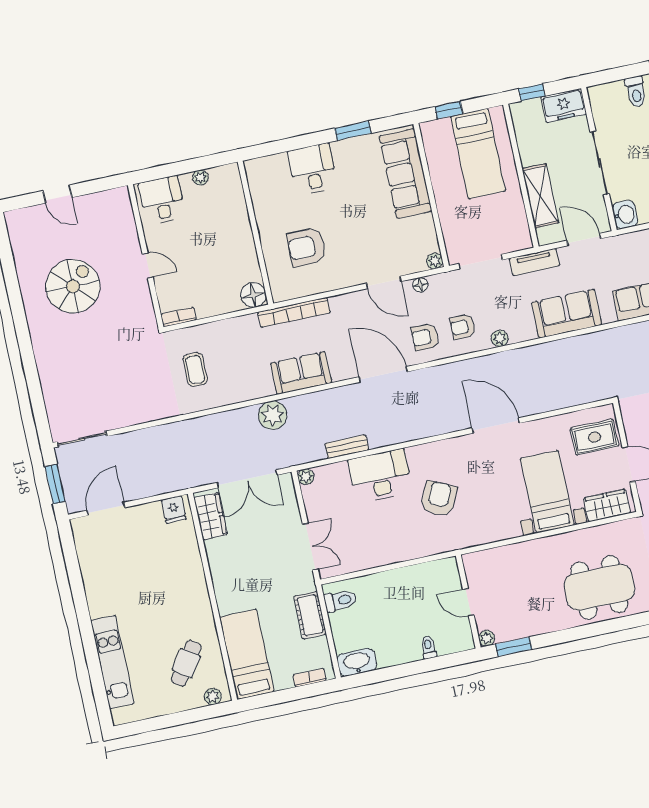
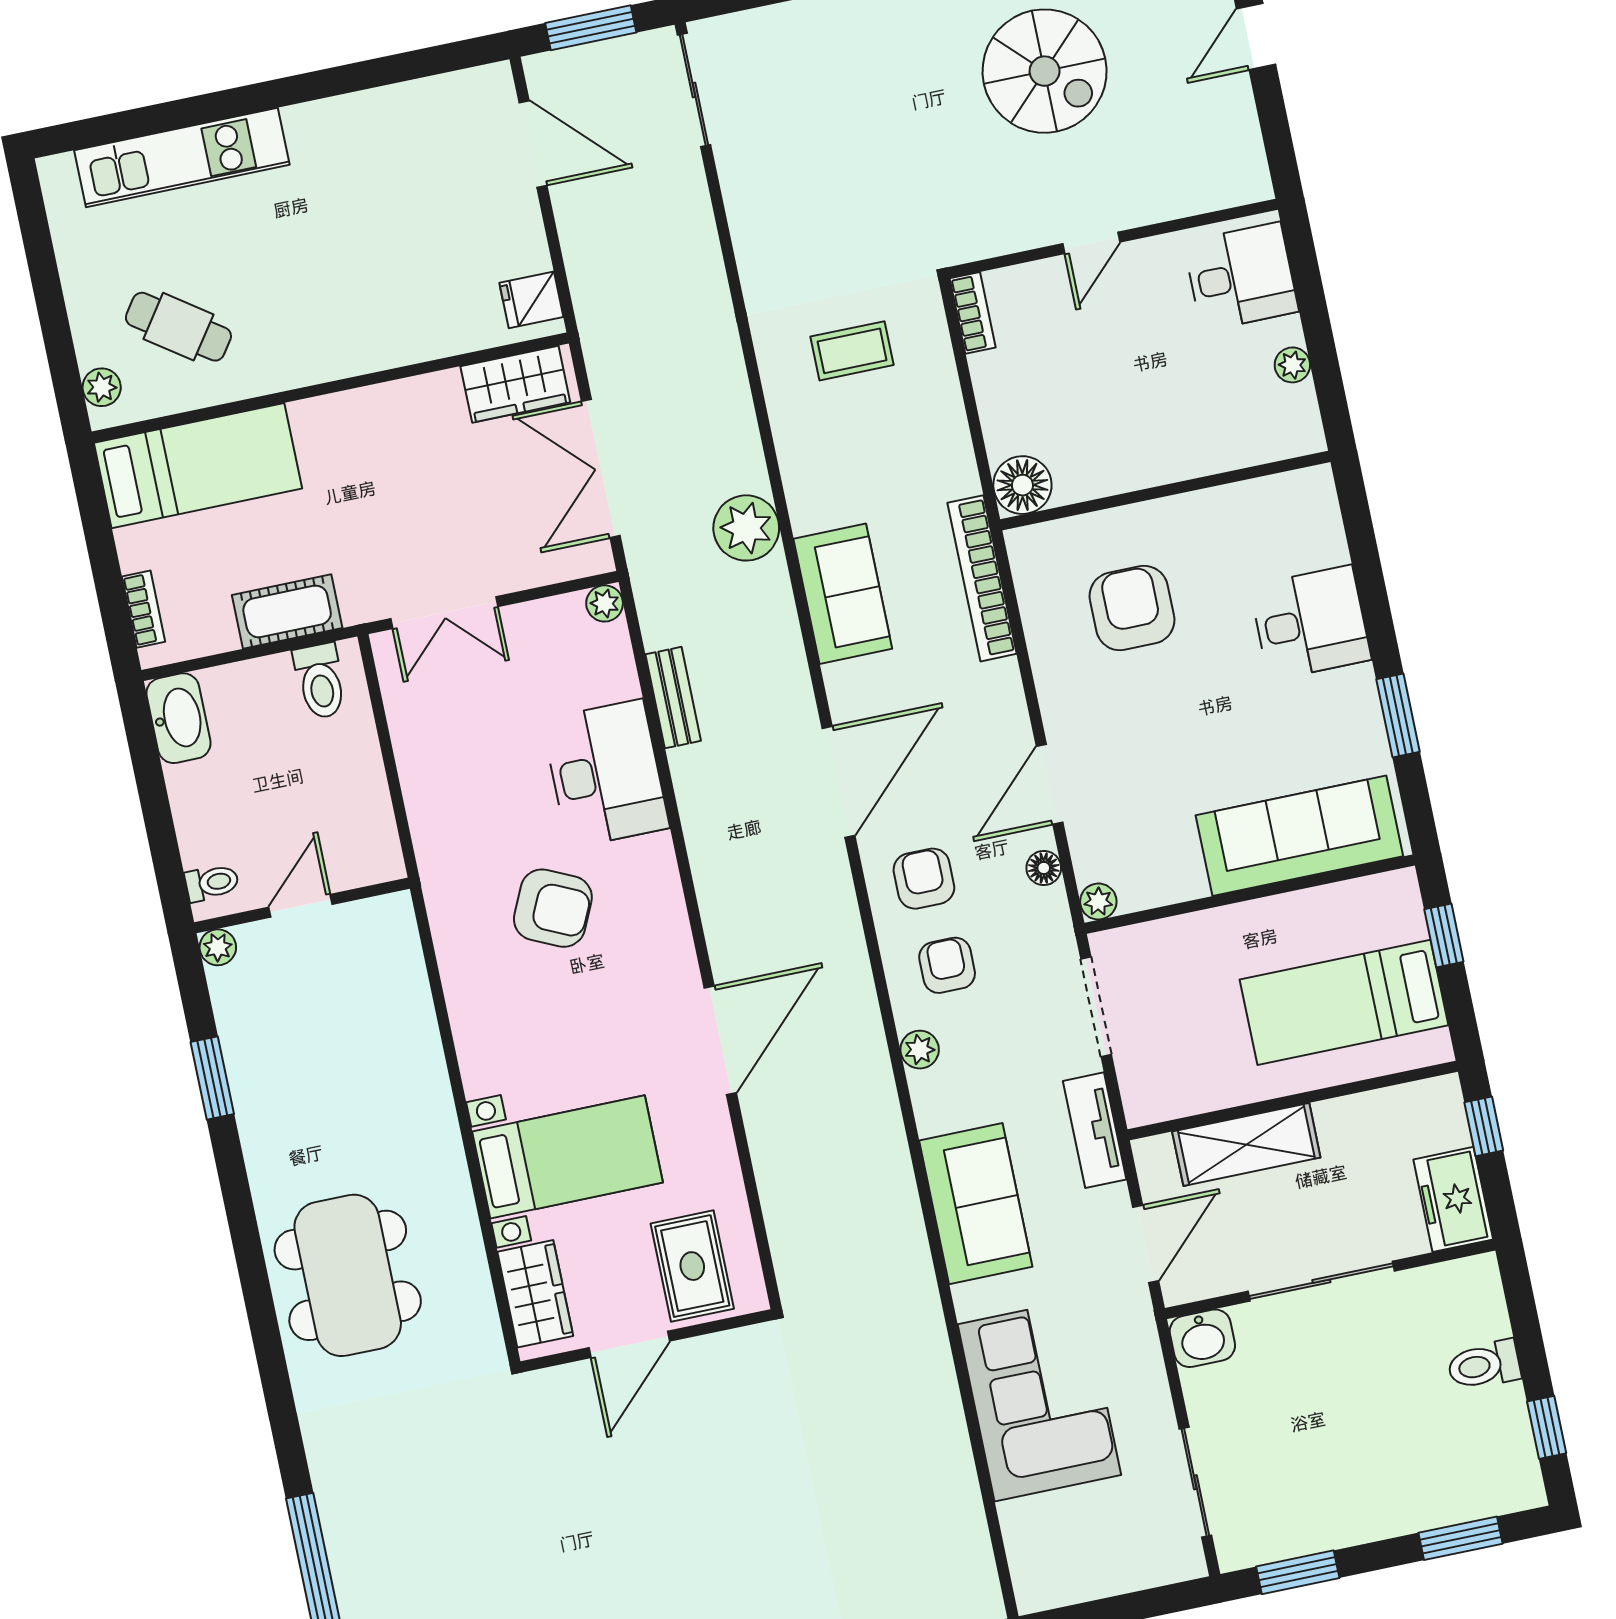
door: (468, 602) -> (301, 906), moved
wall: (468, 602) -> (302, 905), moved
plant: (487, 638) -> (218, 947), moved

